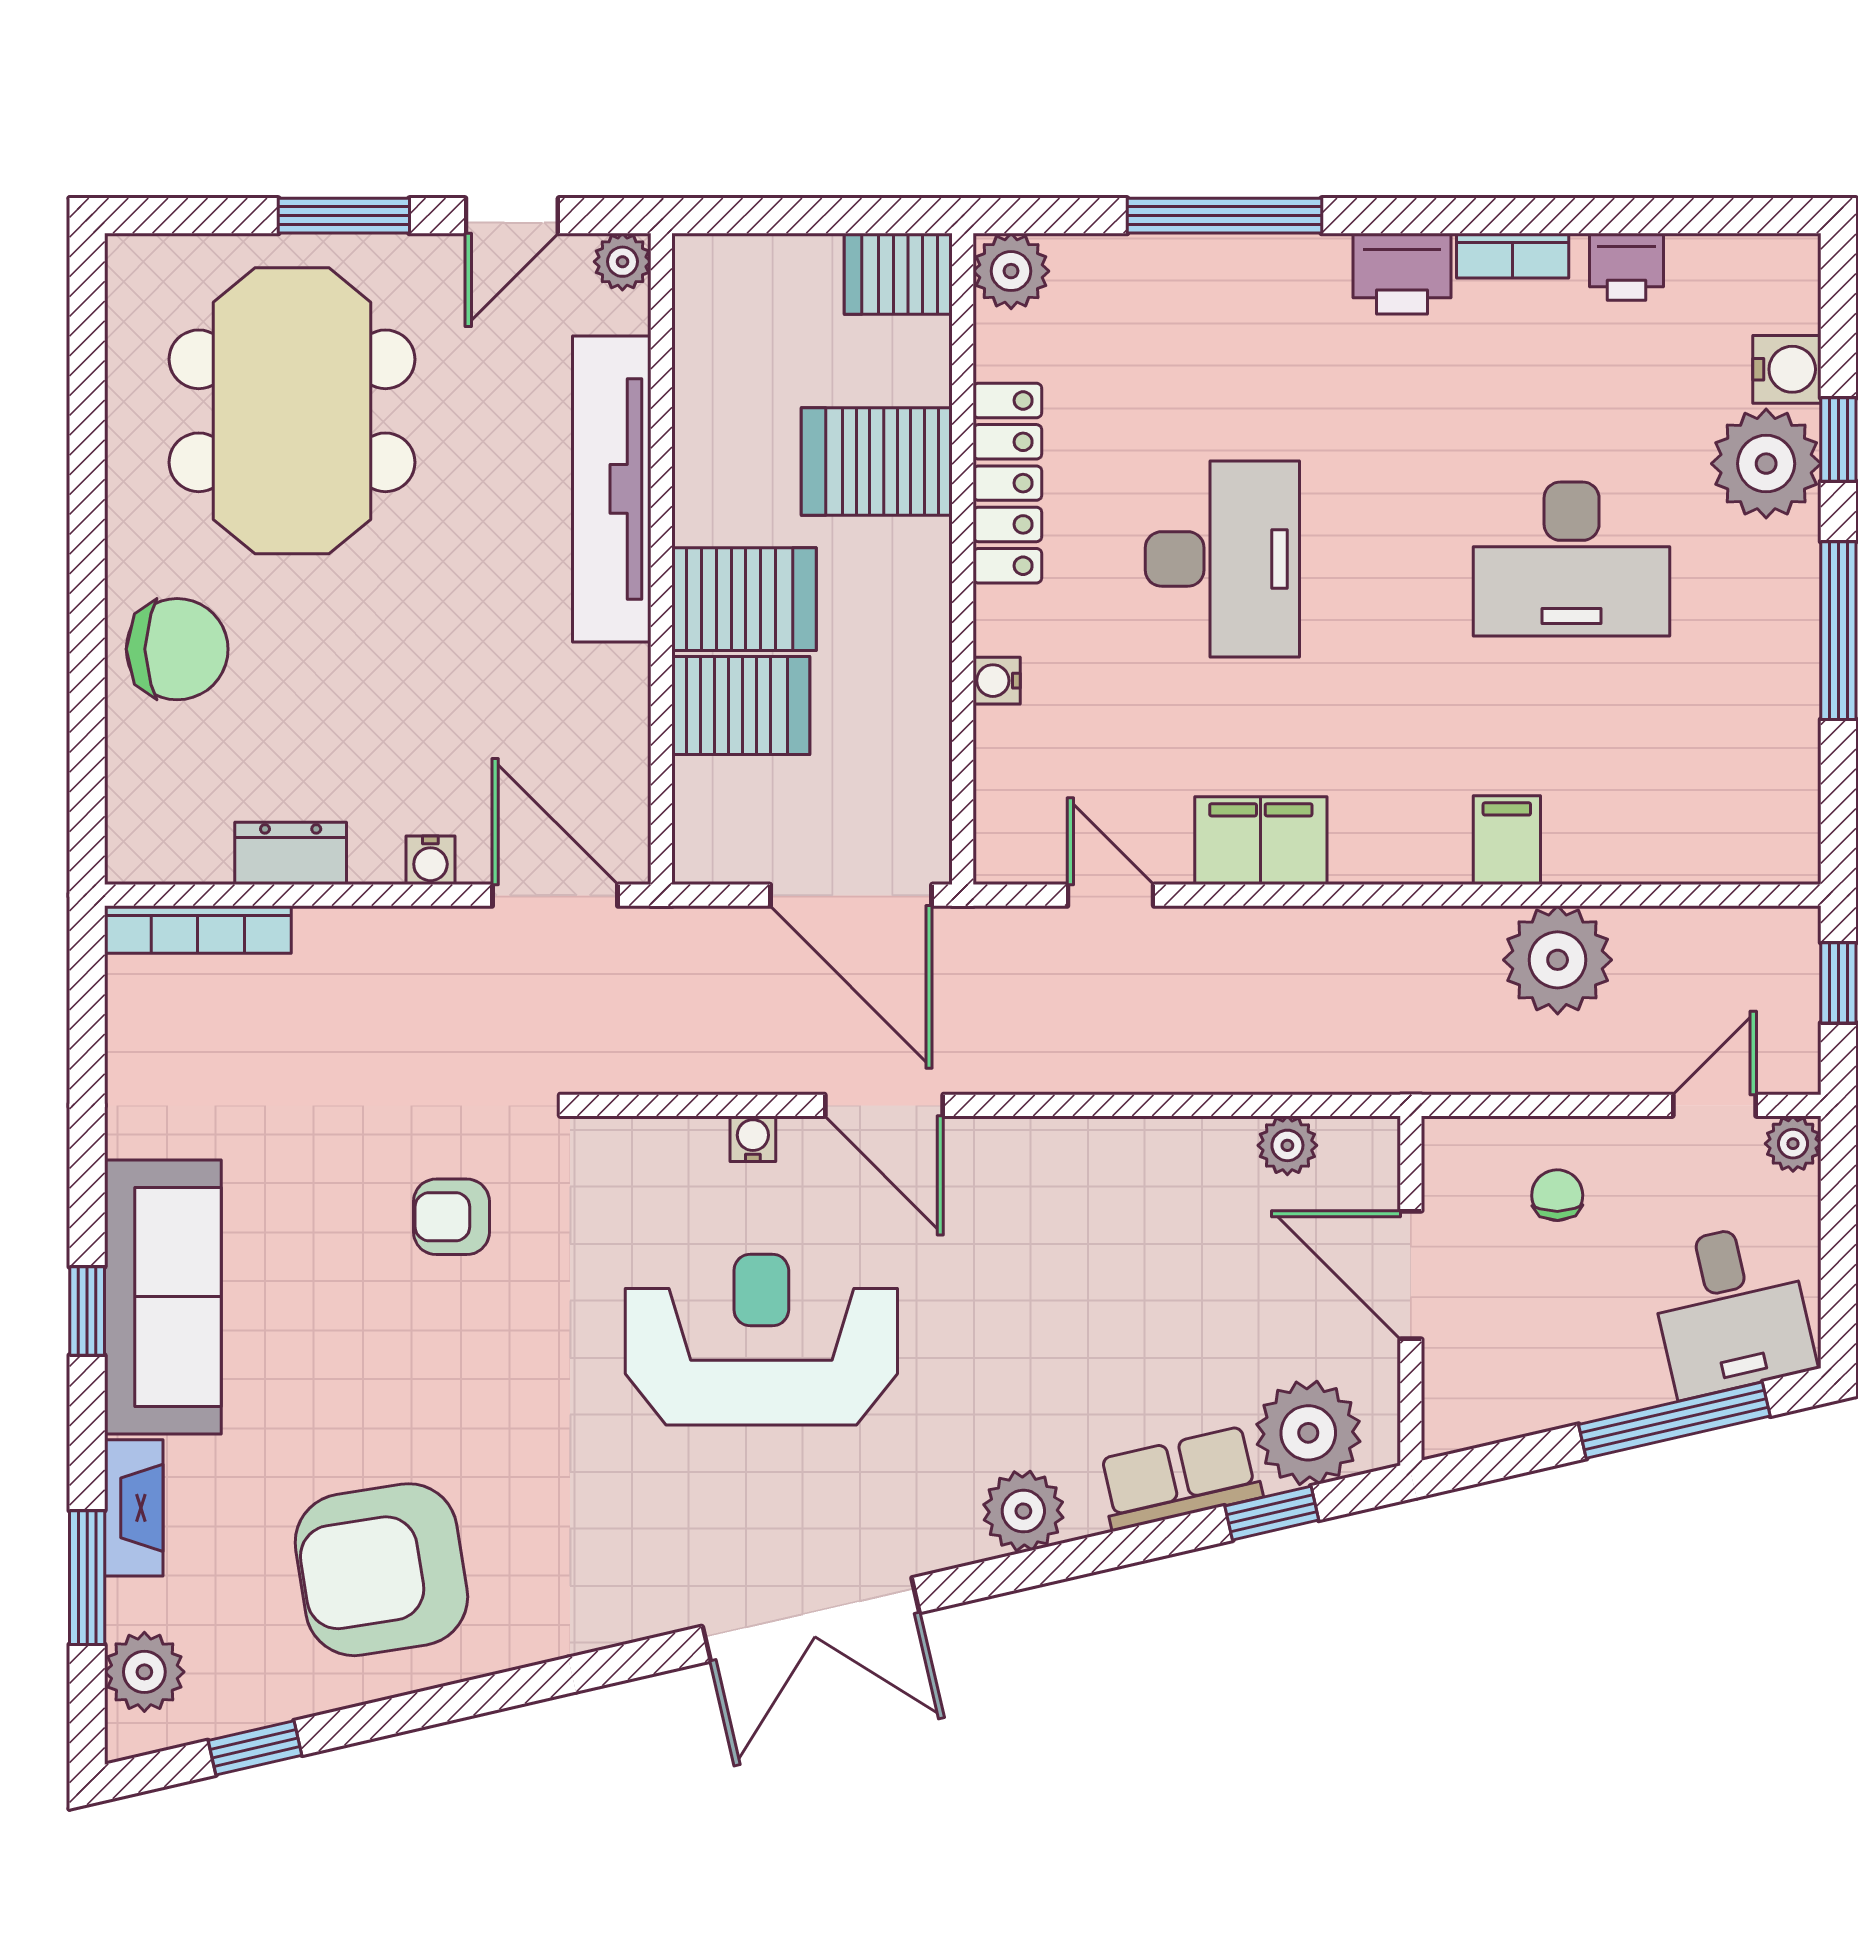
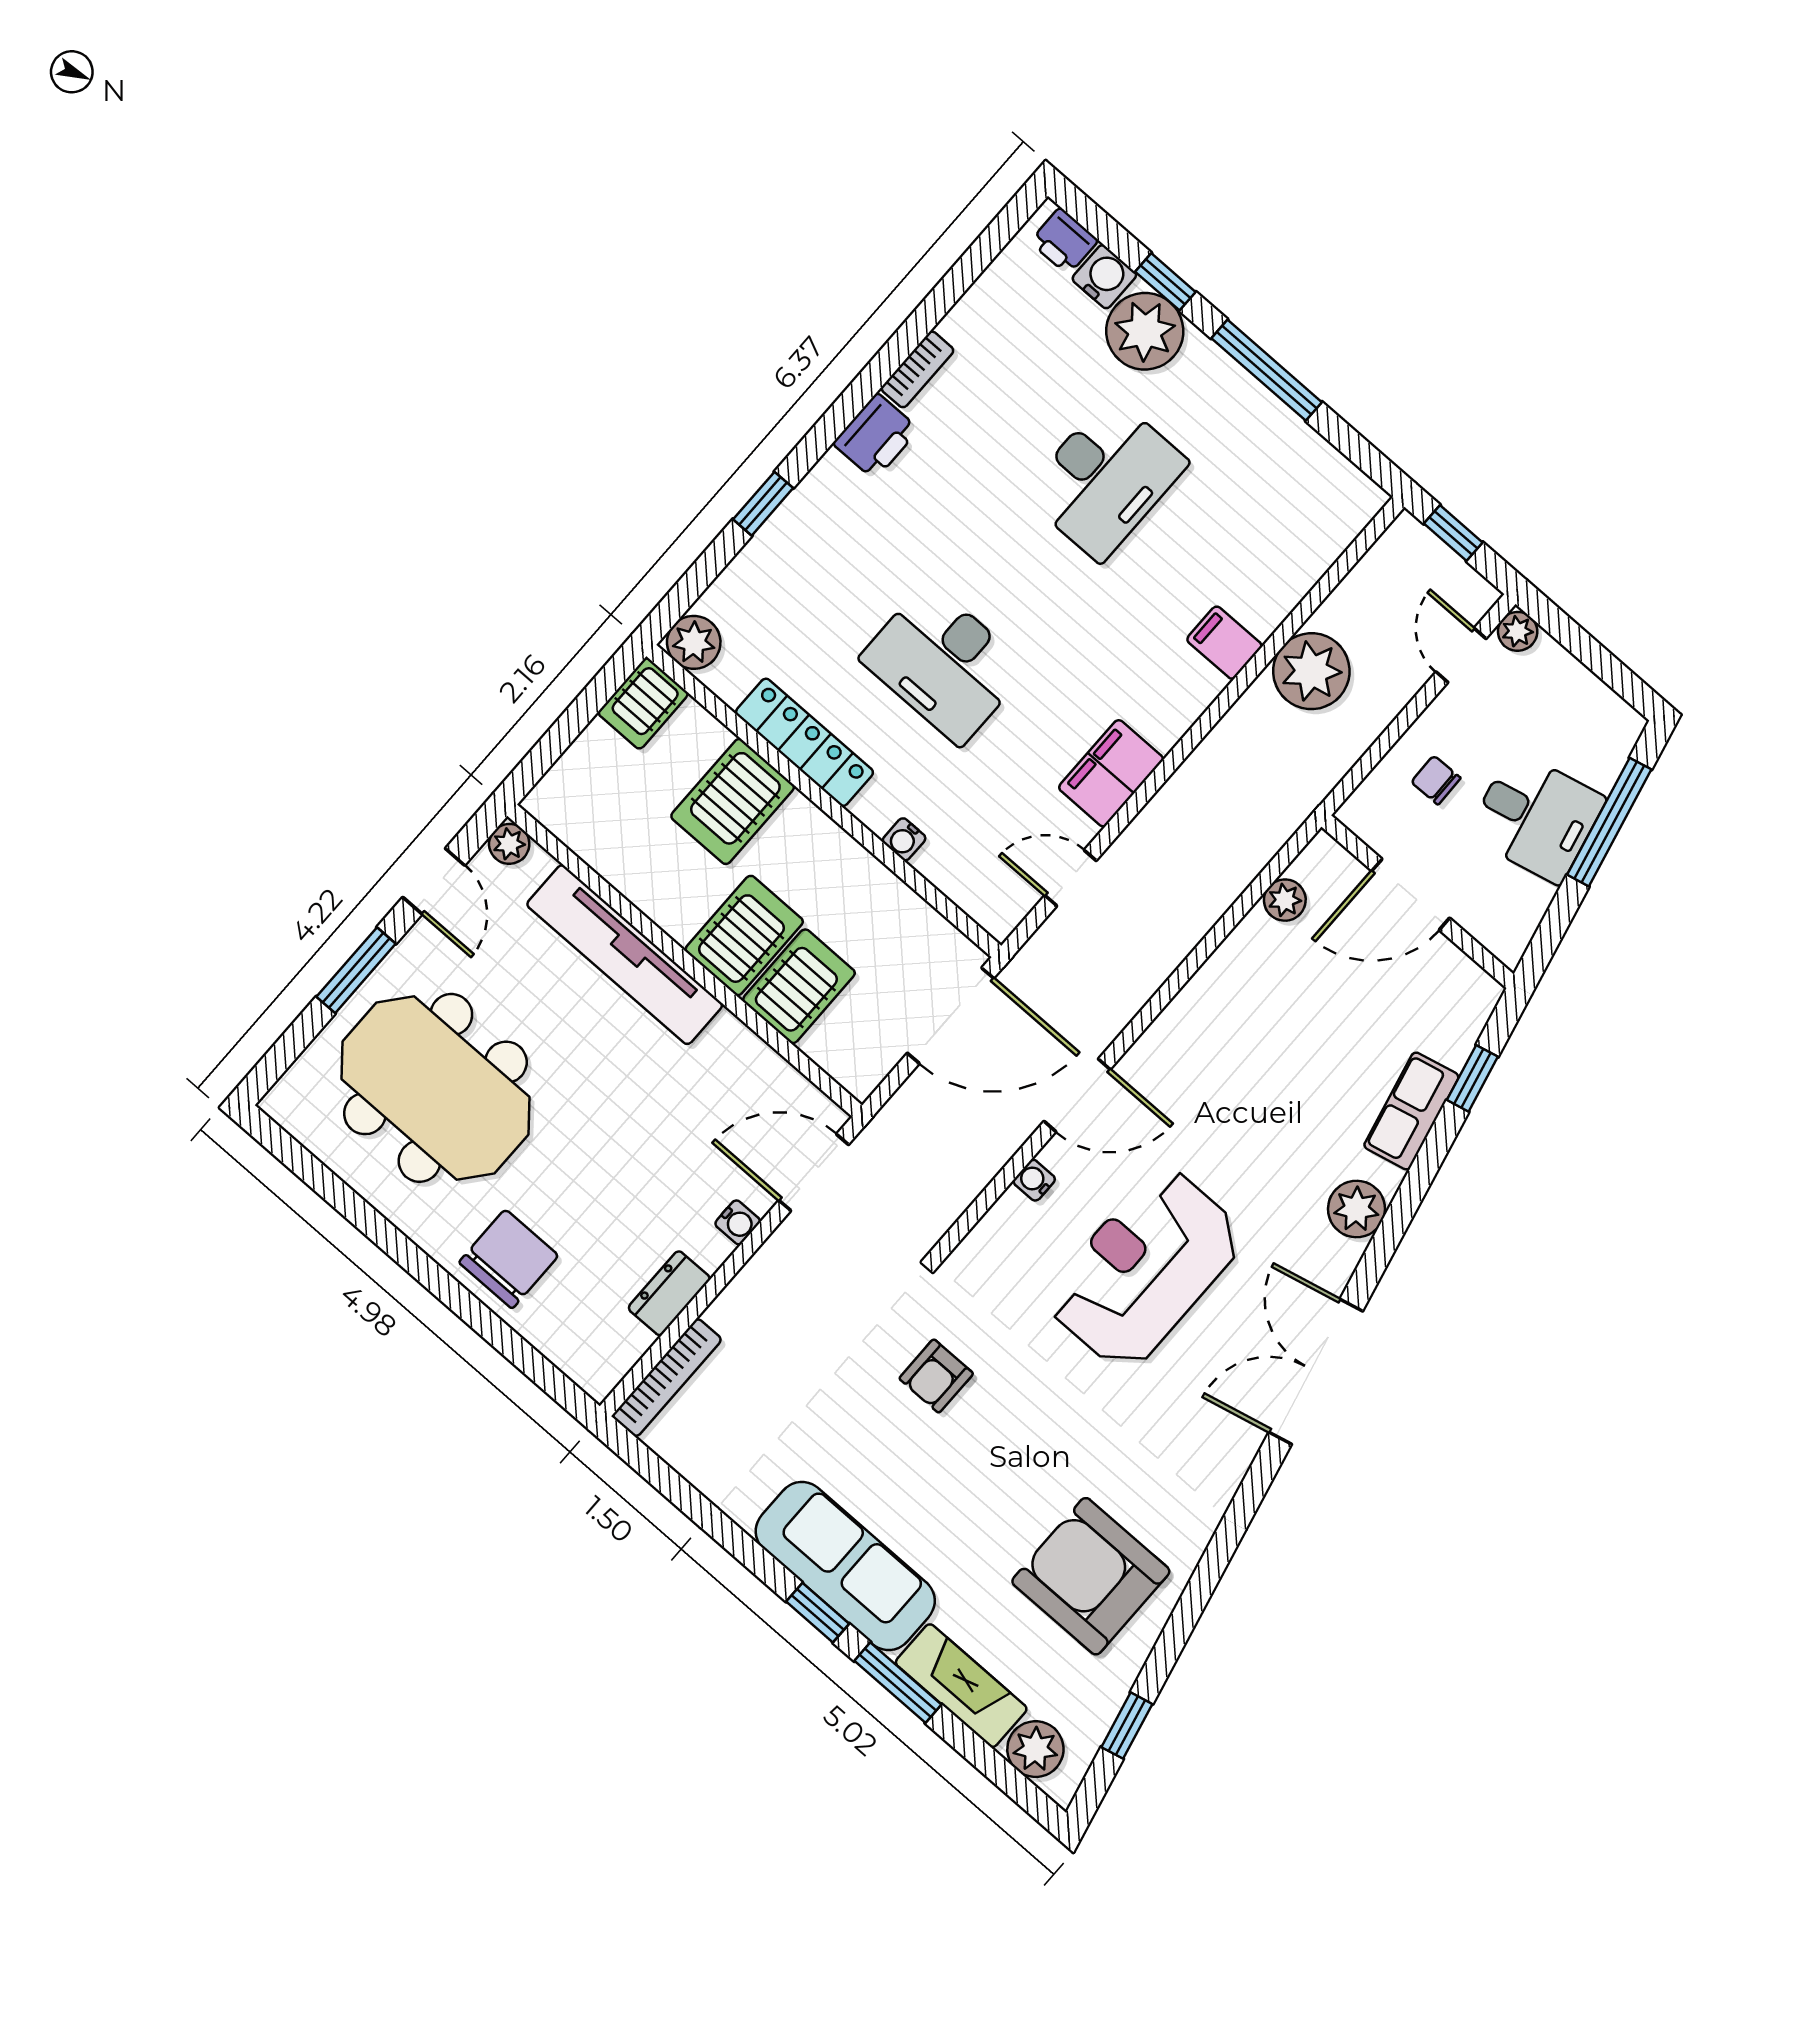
window: (1224, 216) -> (763, 504), width x0.46
printer: (1627, 267) -> (1064, 241), moved, turned 90
desk: (1222, 559) -> (944, 663), turned 180
desk: (1731, 1309) -> (1536, 817), moved
plant: (1308, 1433) -> (1447, 1022), removed
fireplace: (134, 1508) -> (961, 1686), width x1.37, depth x1.32
armchair: (381, 1570) -> (1091, 1576), turned 99
window: (87, 1578) -> (898, 1683), moved
double door: (811, 1619) -> (1316, 1372), swing flipped

